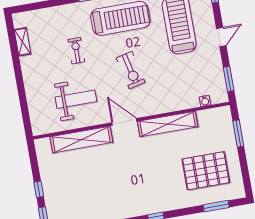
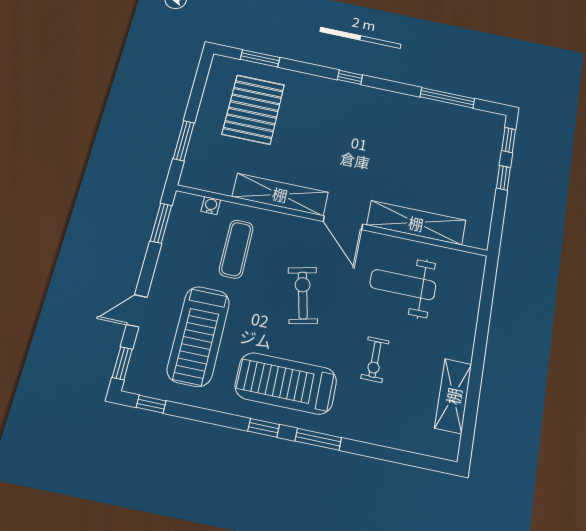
door: (221, 37) -> (137, 311), moved
shelving: (22, 42) -> (453, 396), width x1.50, depth x1.33
exercise mat: (179, 81) -> (236, 249), added
pallet: (206, 171) -> (253, 109), turned 90

